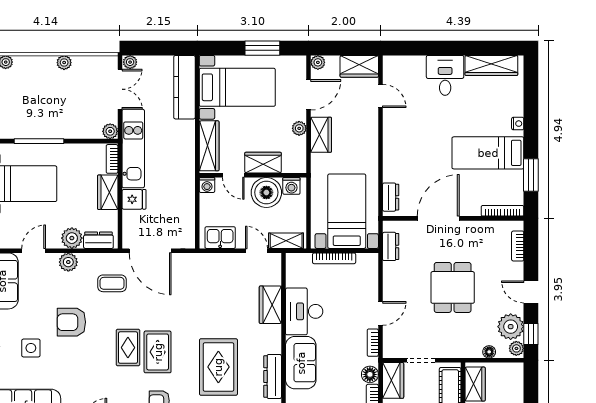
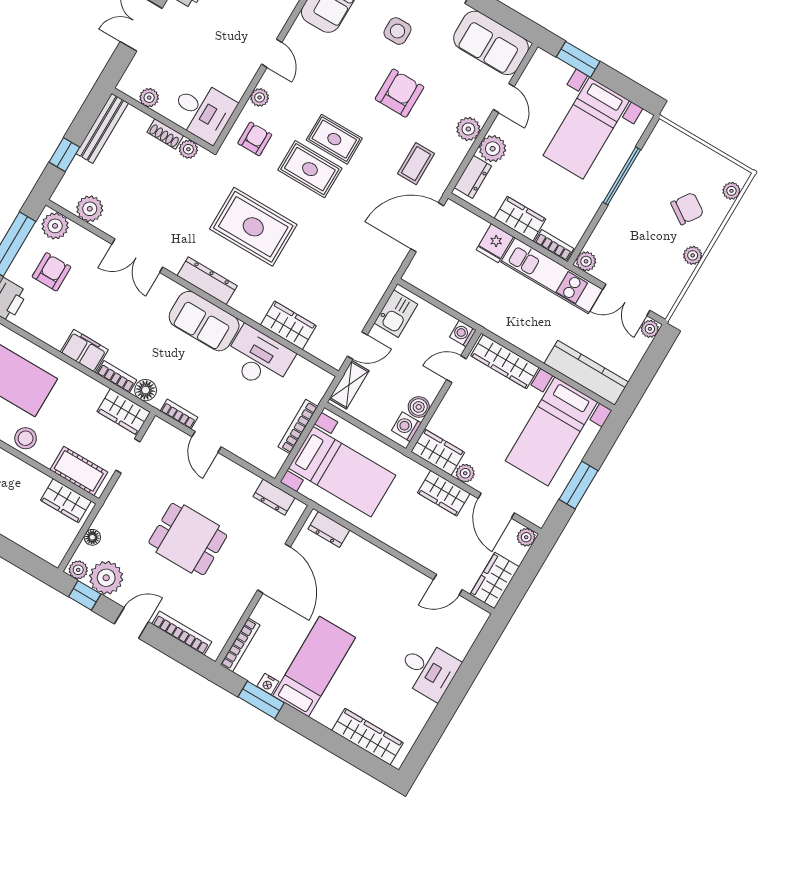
wardrobe: (491, 65) -> (368, 737), moved, turned 90
chair: (35, 85) -> (687, 209), added
nightstand: (518, 124) -> (268, 684), moved
wardrobe: (263, 163) -> (438, 452), moved, turned -90
boiler: (266, 192) -> (419, 407), width x0.54, depth x0.54
bookcase: (518, 246) -> (182, 633), width x1.56

